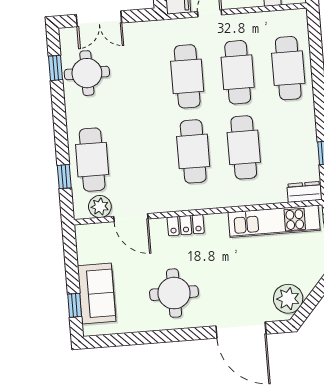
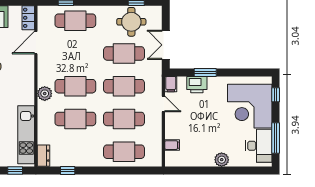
double door: (99, 19) -> (166, 45), moved
cafe table: (137, 80) -> (124, 53), added
plant: (100, 207) -> (45, 94), moved
locker: (186, 225) -> (28, 18), moved

